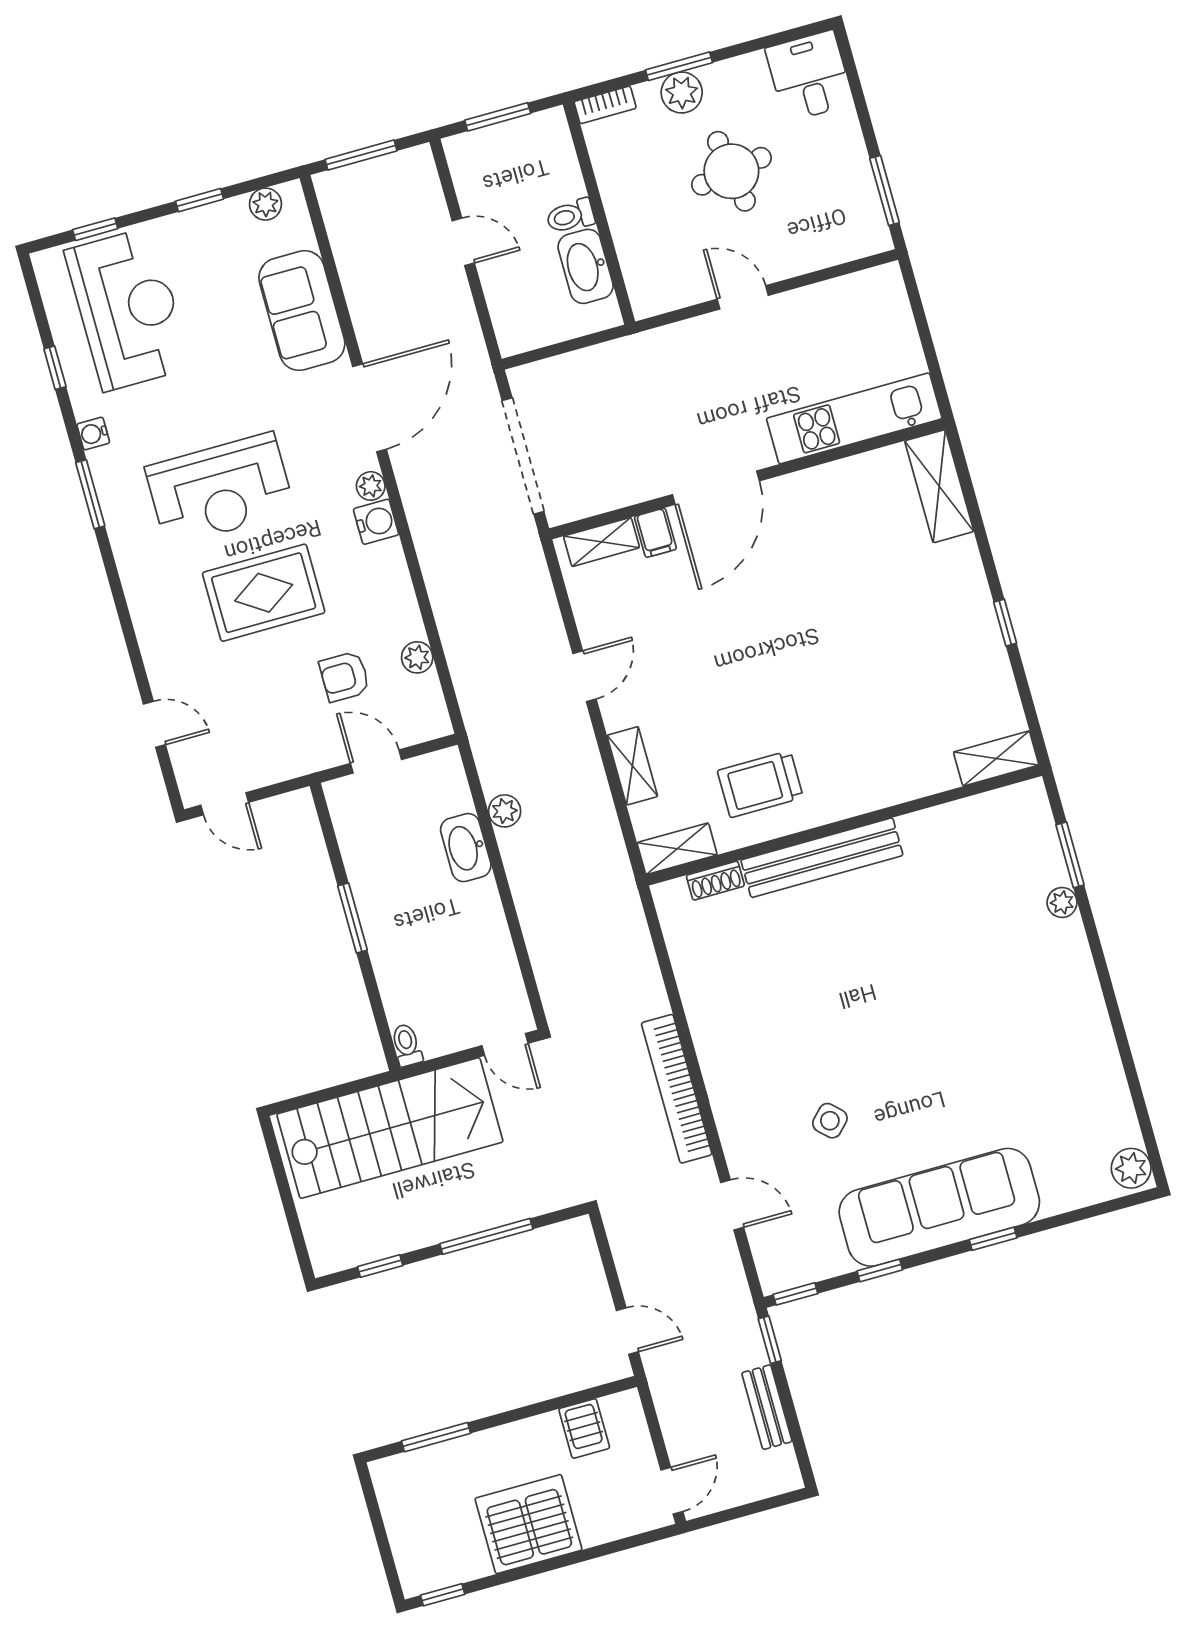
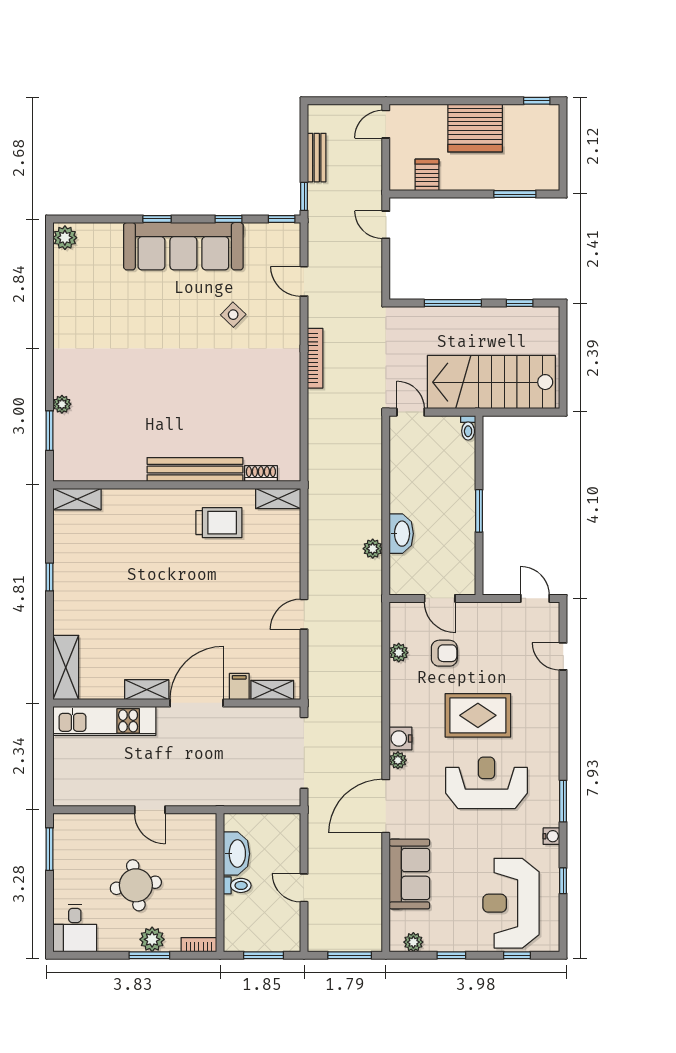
shelving: (632, 766) -> (147, 690), moved, turned 90
bookcase: (677, 1089) -> (315, 358), width x0.68, depth x0.76

